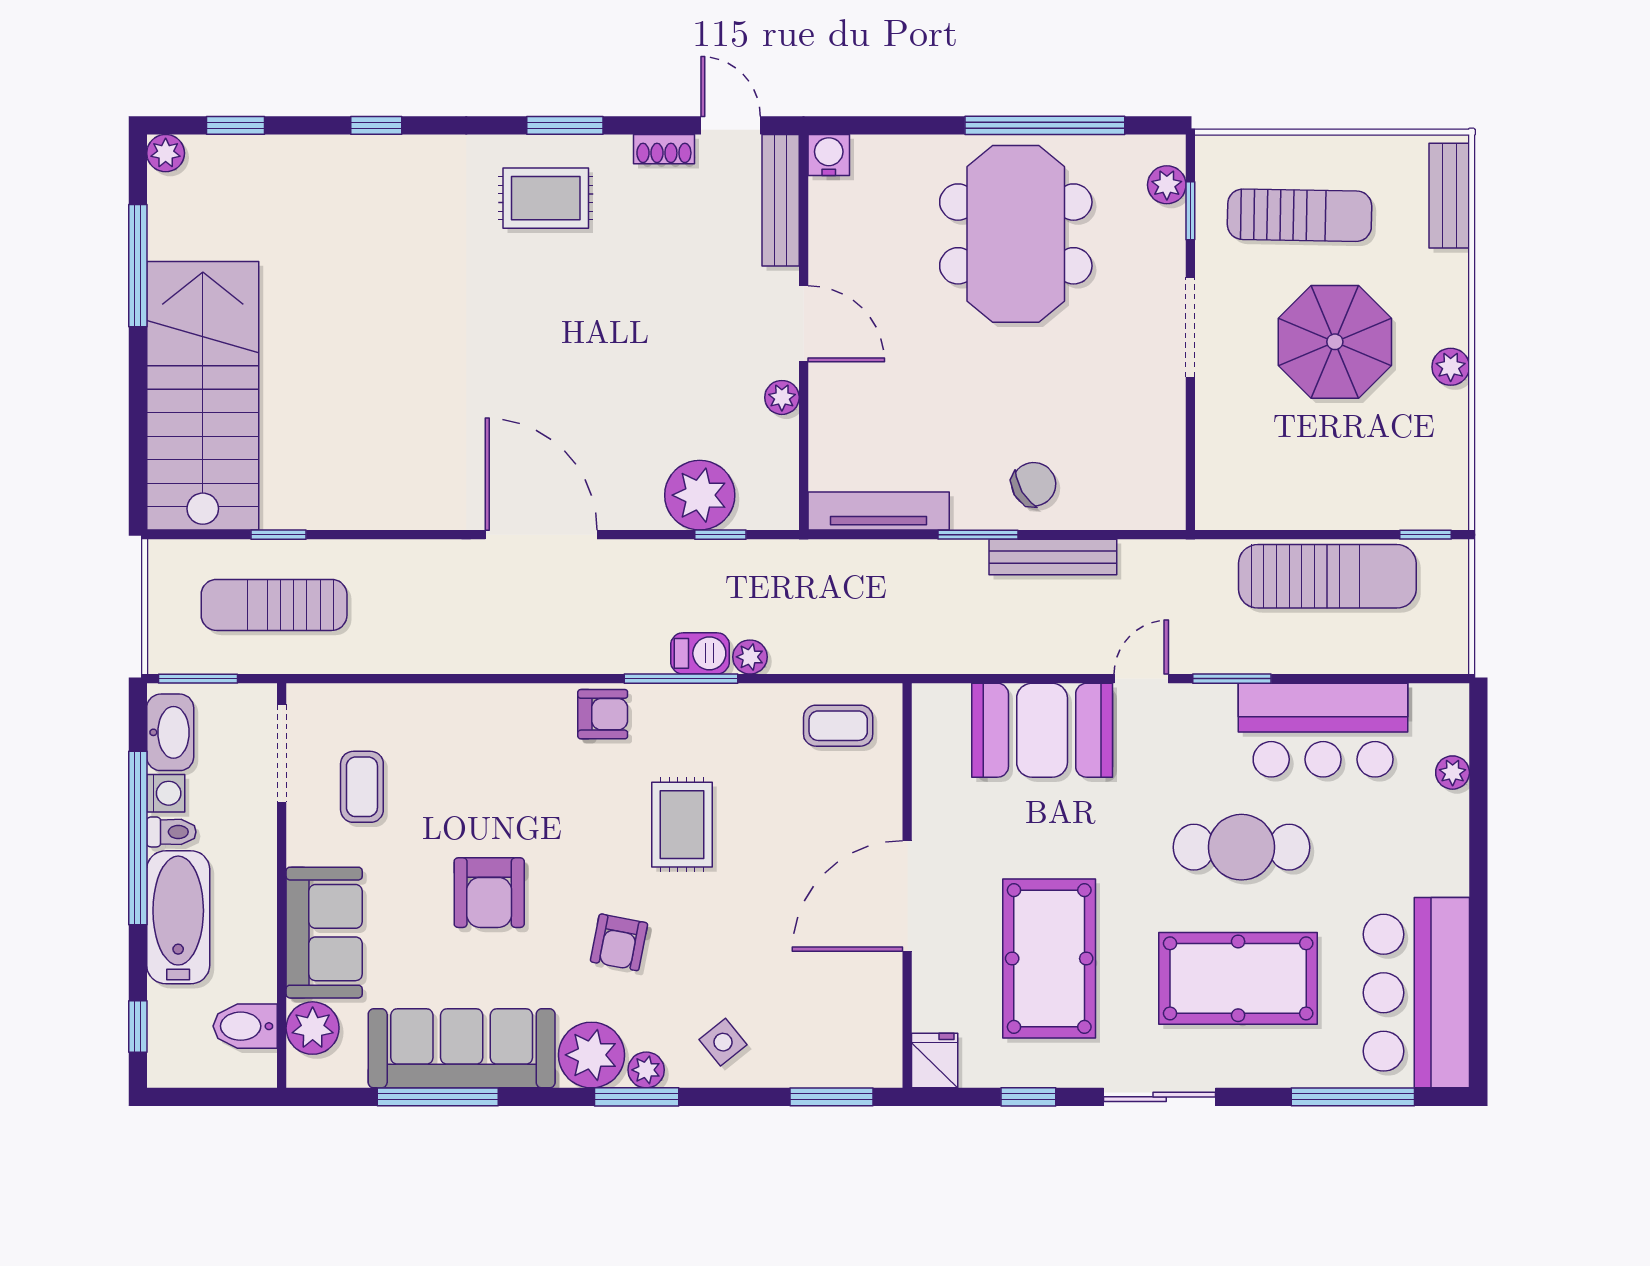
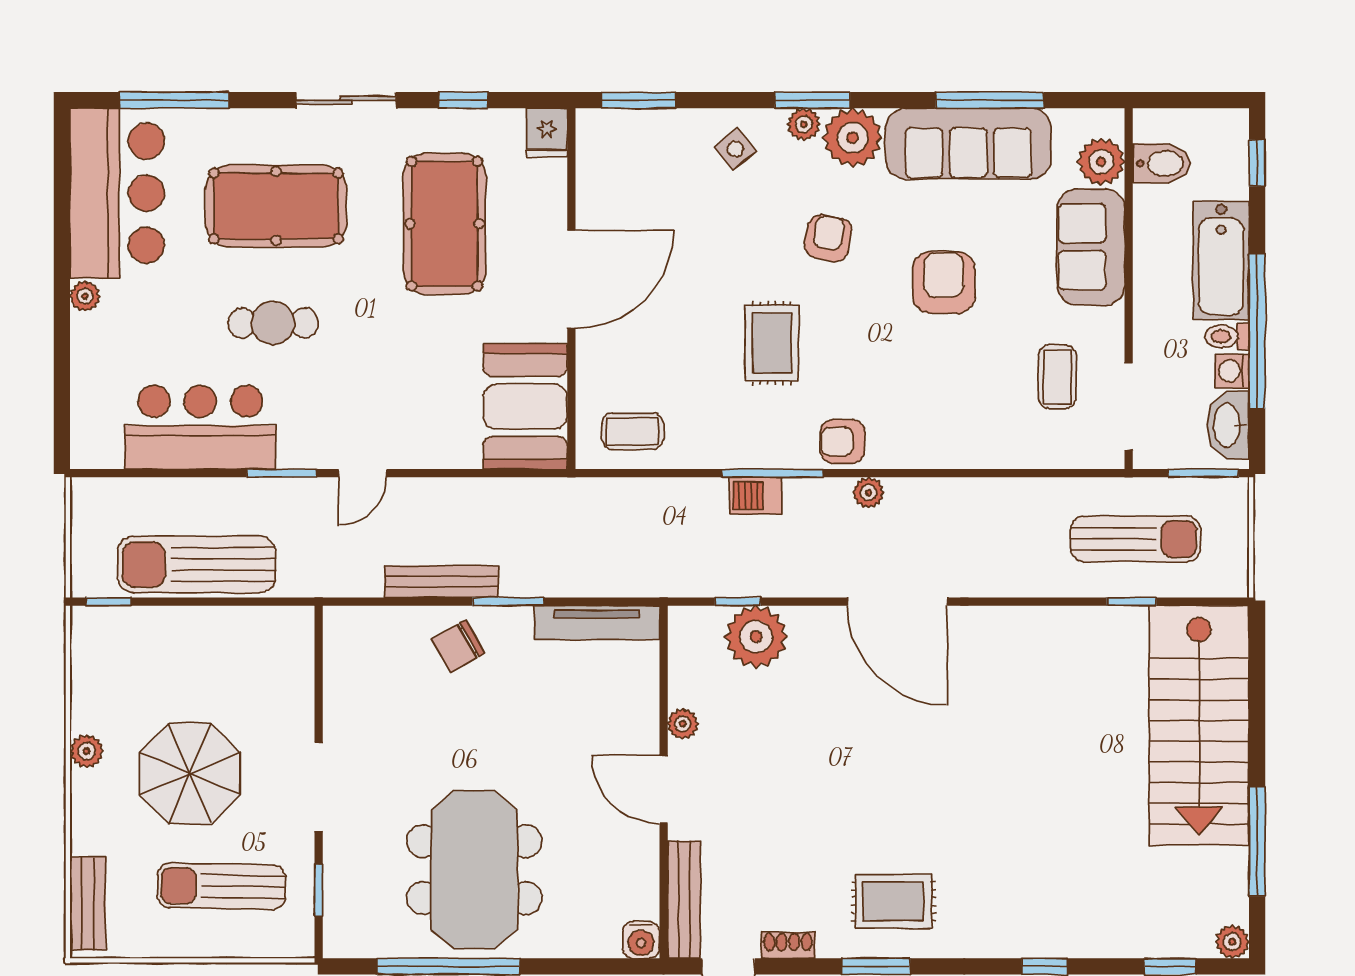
plant: (1167, 185) -> (340, 913), removed
plant: (750, 657) -> (869, 492), moved
booth: (1042, 730) -> (525, 407), moved, turned 90
plant: (1453, 773) -> (85, 296), moved
cafe table: (1241, 847) -> (273, 323), width x0.73, depth x0.74

